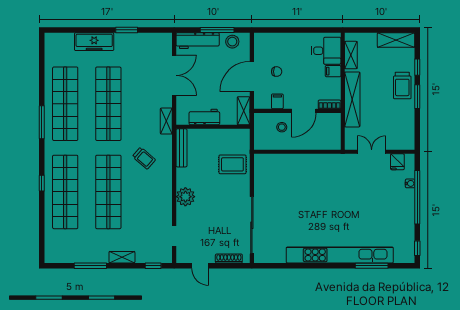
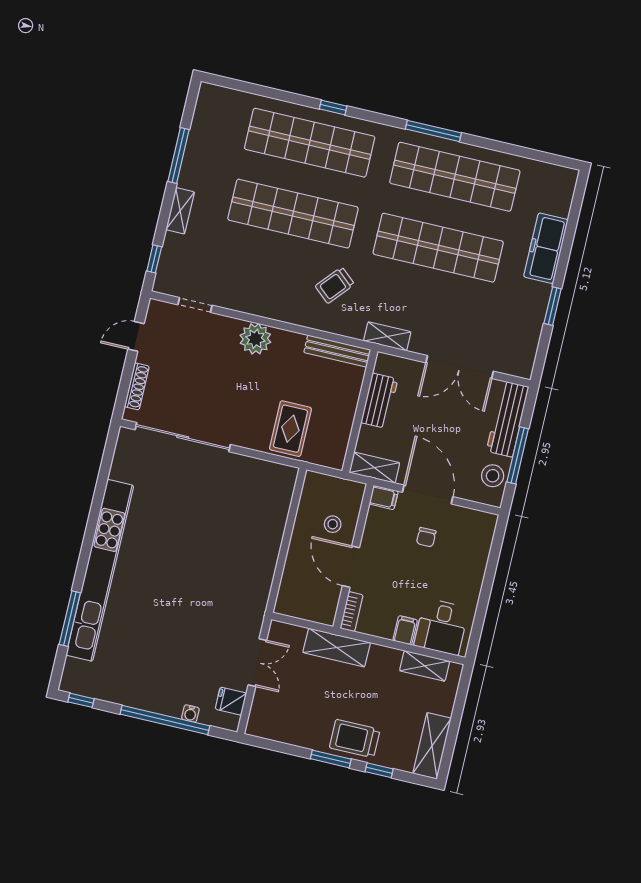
shelving: (352, 99) -> (337, 648), width x0.68
filing cabinet: (277, 101) -> (384, 498), moved

